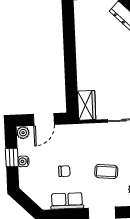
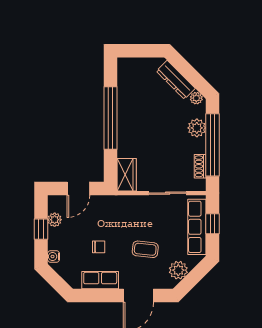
window: (70, 55) -> (111, 118), added
plant: (23, 133) -> (55, 220), moved
water cooler: (23, 161) -> (54, 256), moved

